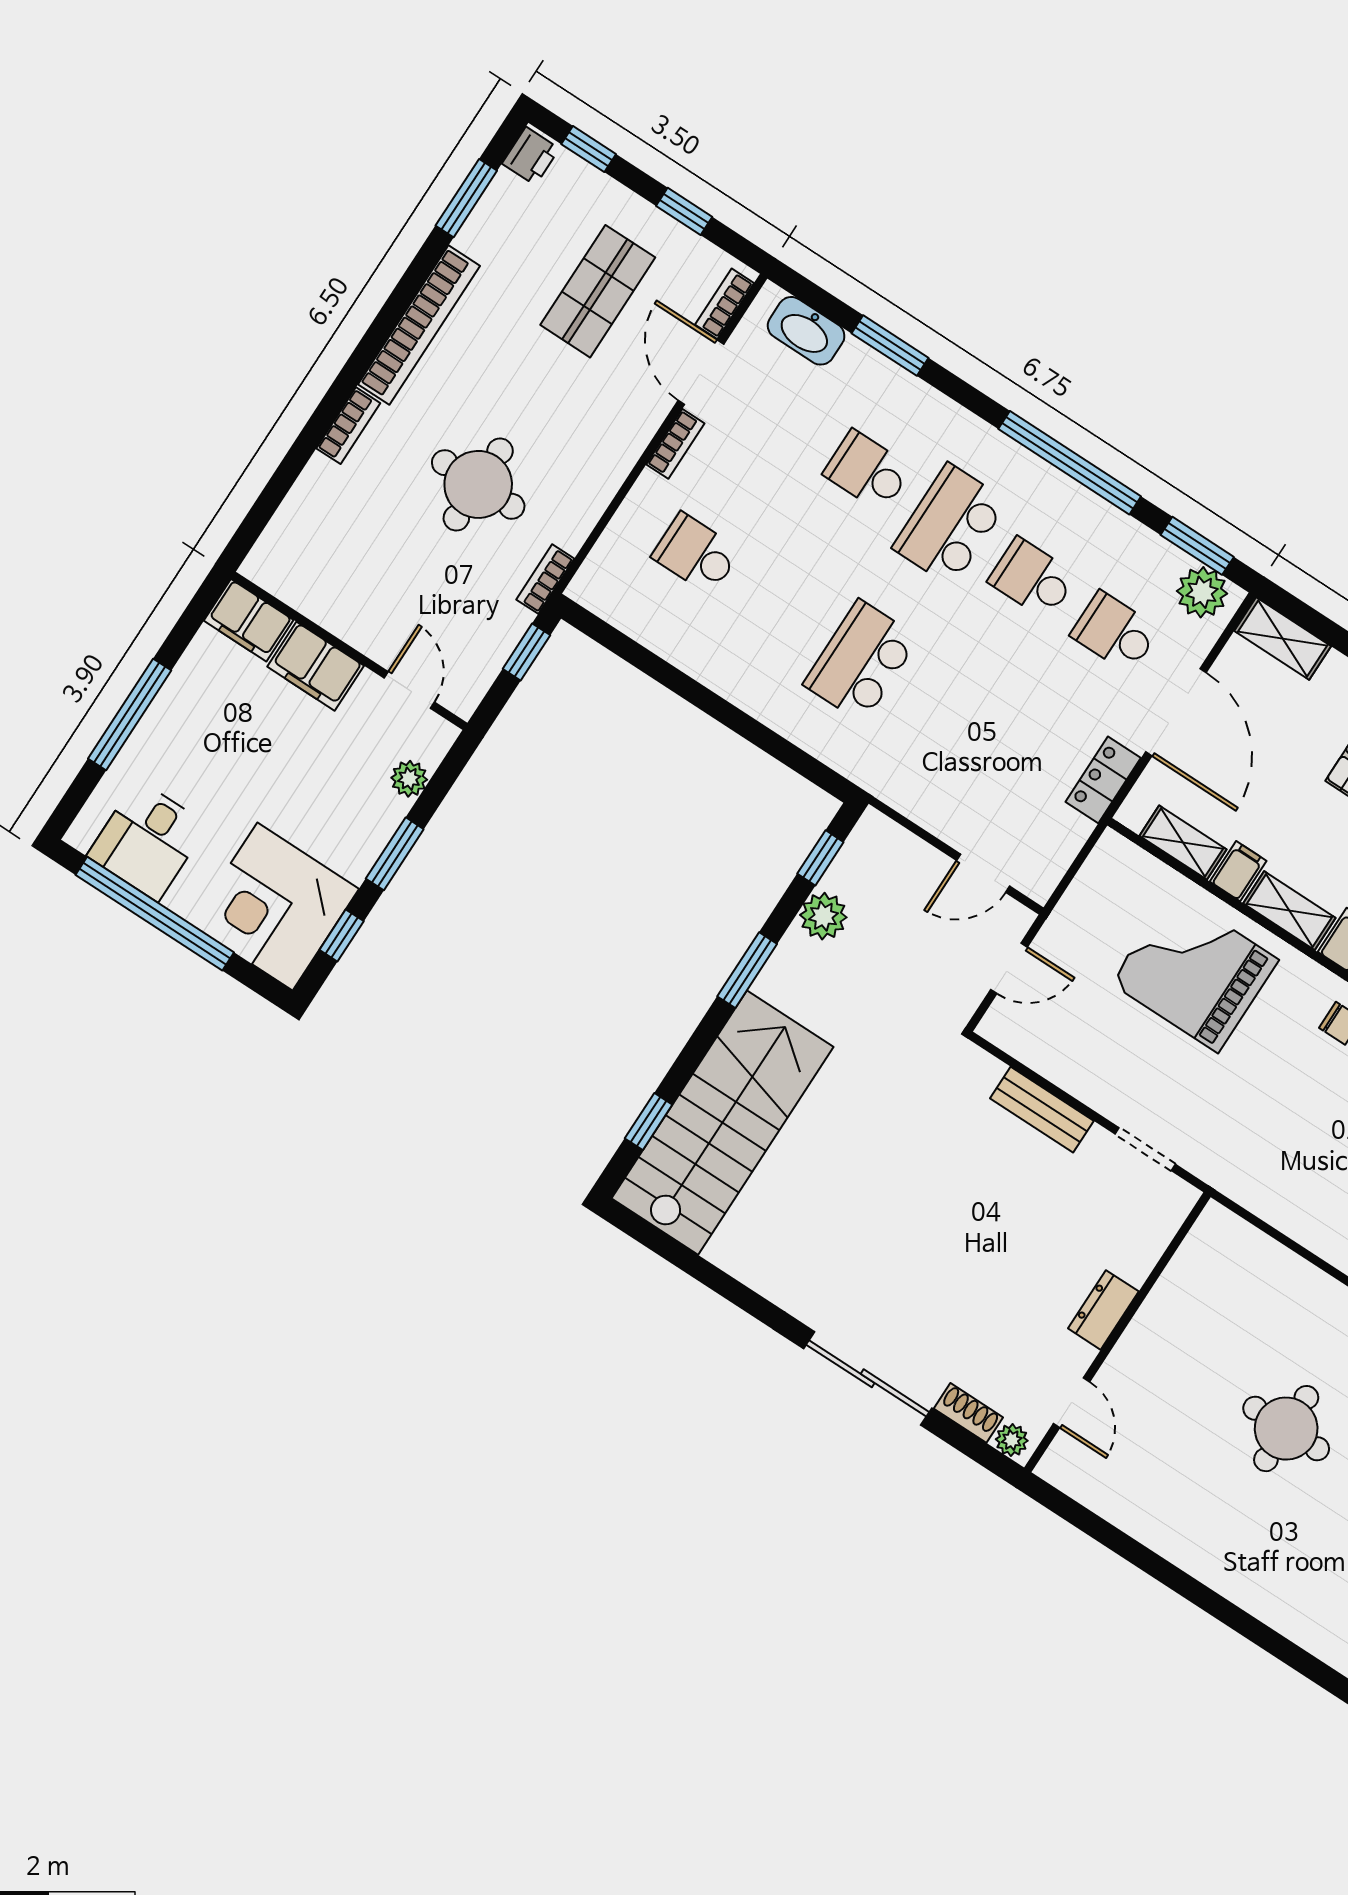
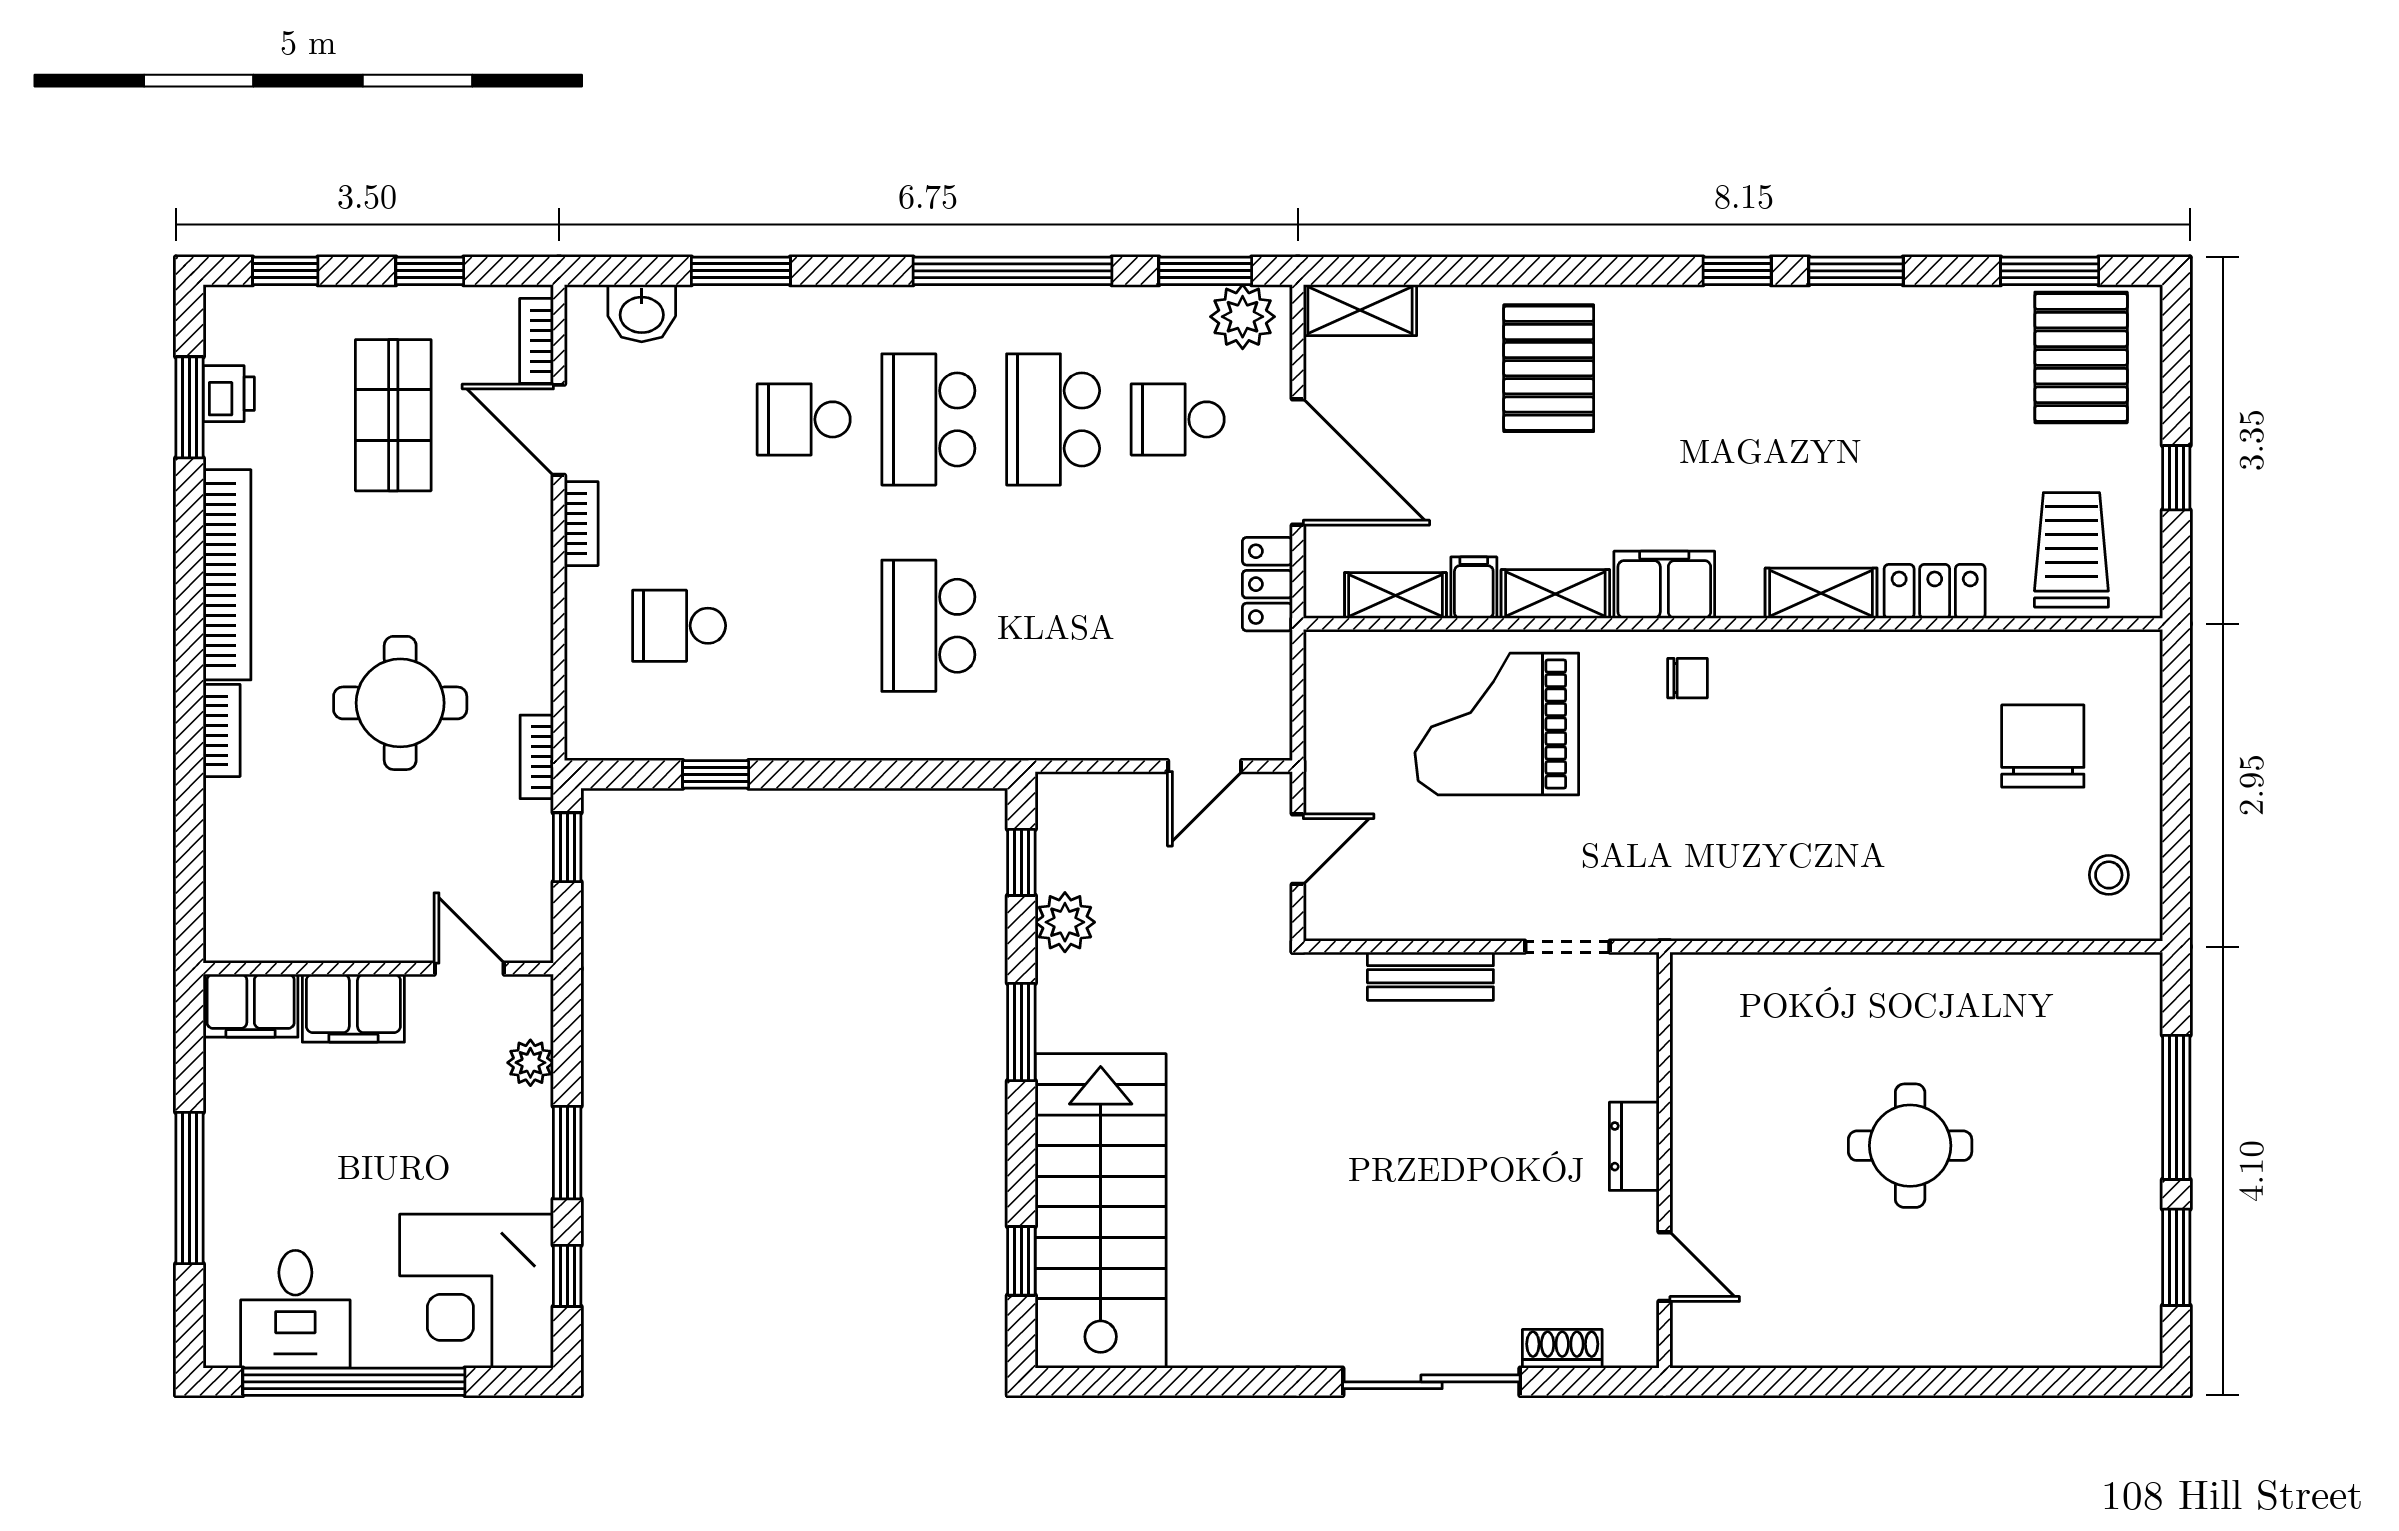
printer: (531, 156) -> (229, 394), moved
washbasin: (806, 331) -> (642, 313), width x0.72
school desk: (1032, 578) -> (1053, 419), width x1.85
window: (656, 668) -> (716, 774), added
plant: (1012, 1440) -> (1627, 1348), removed

